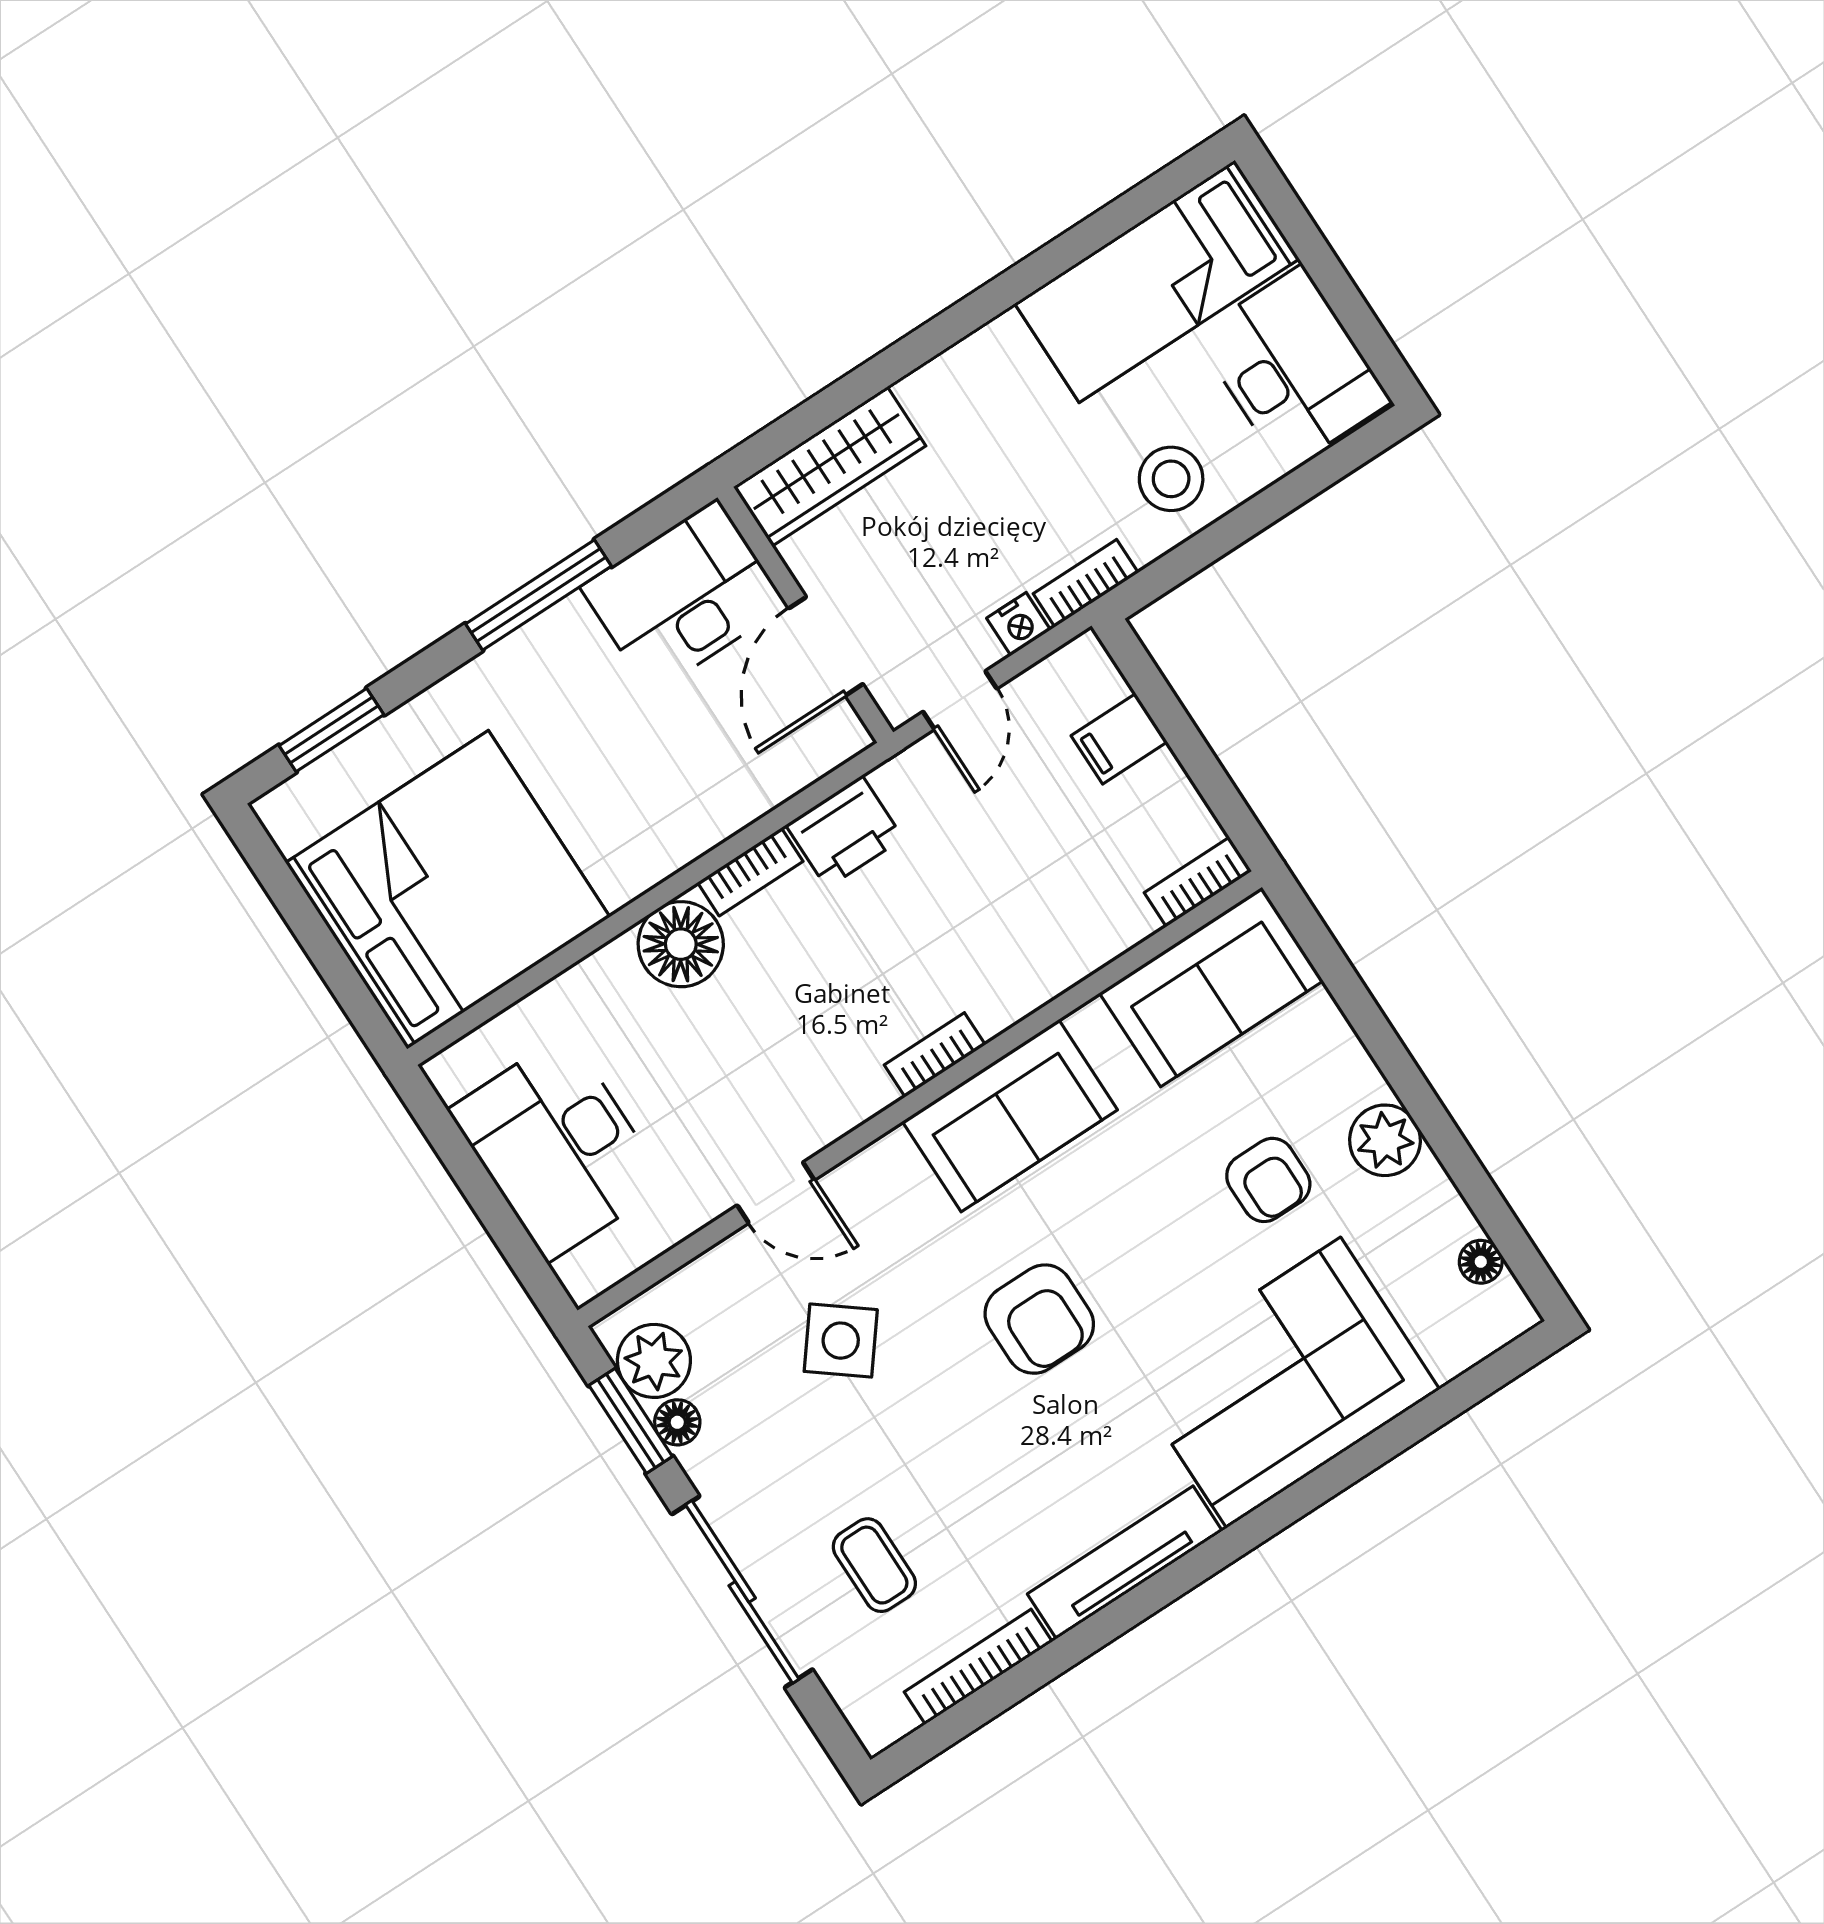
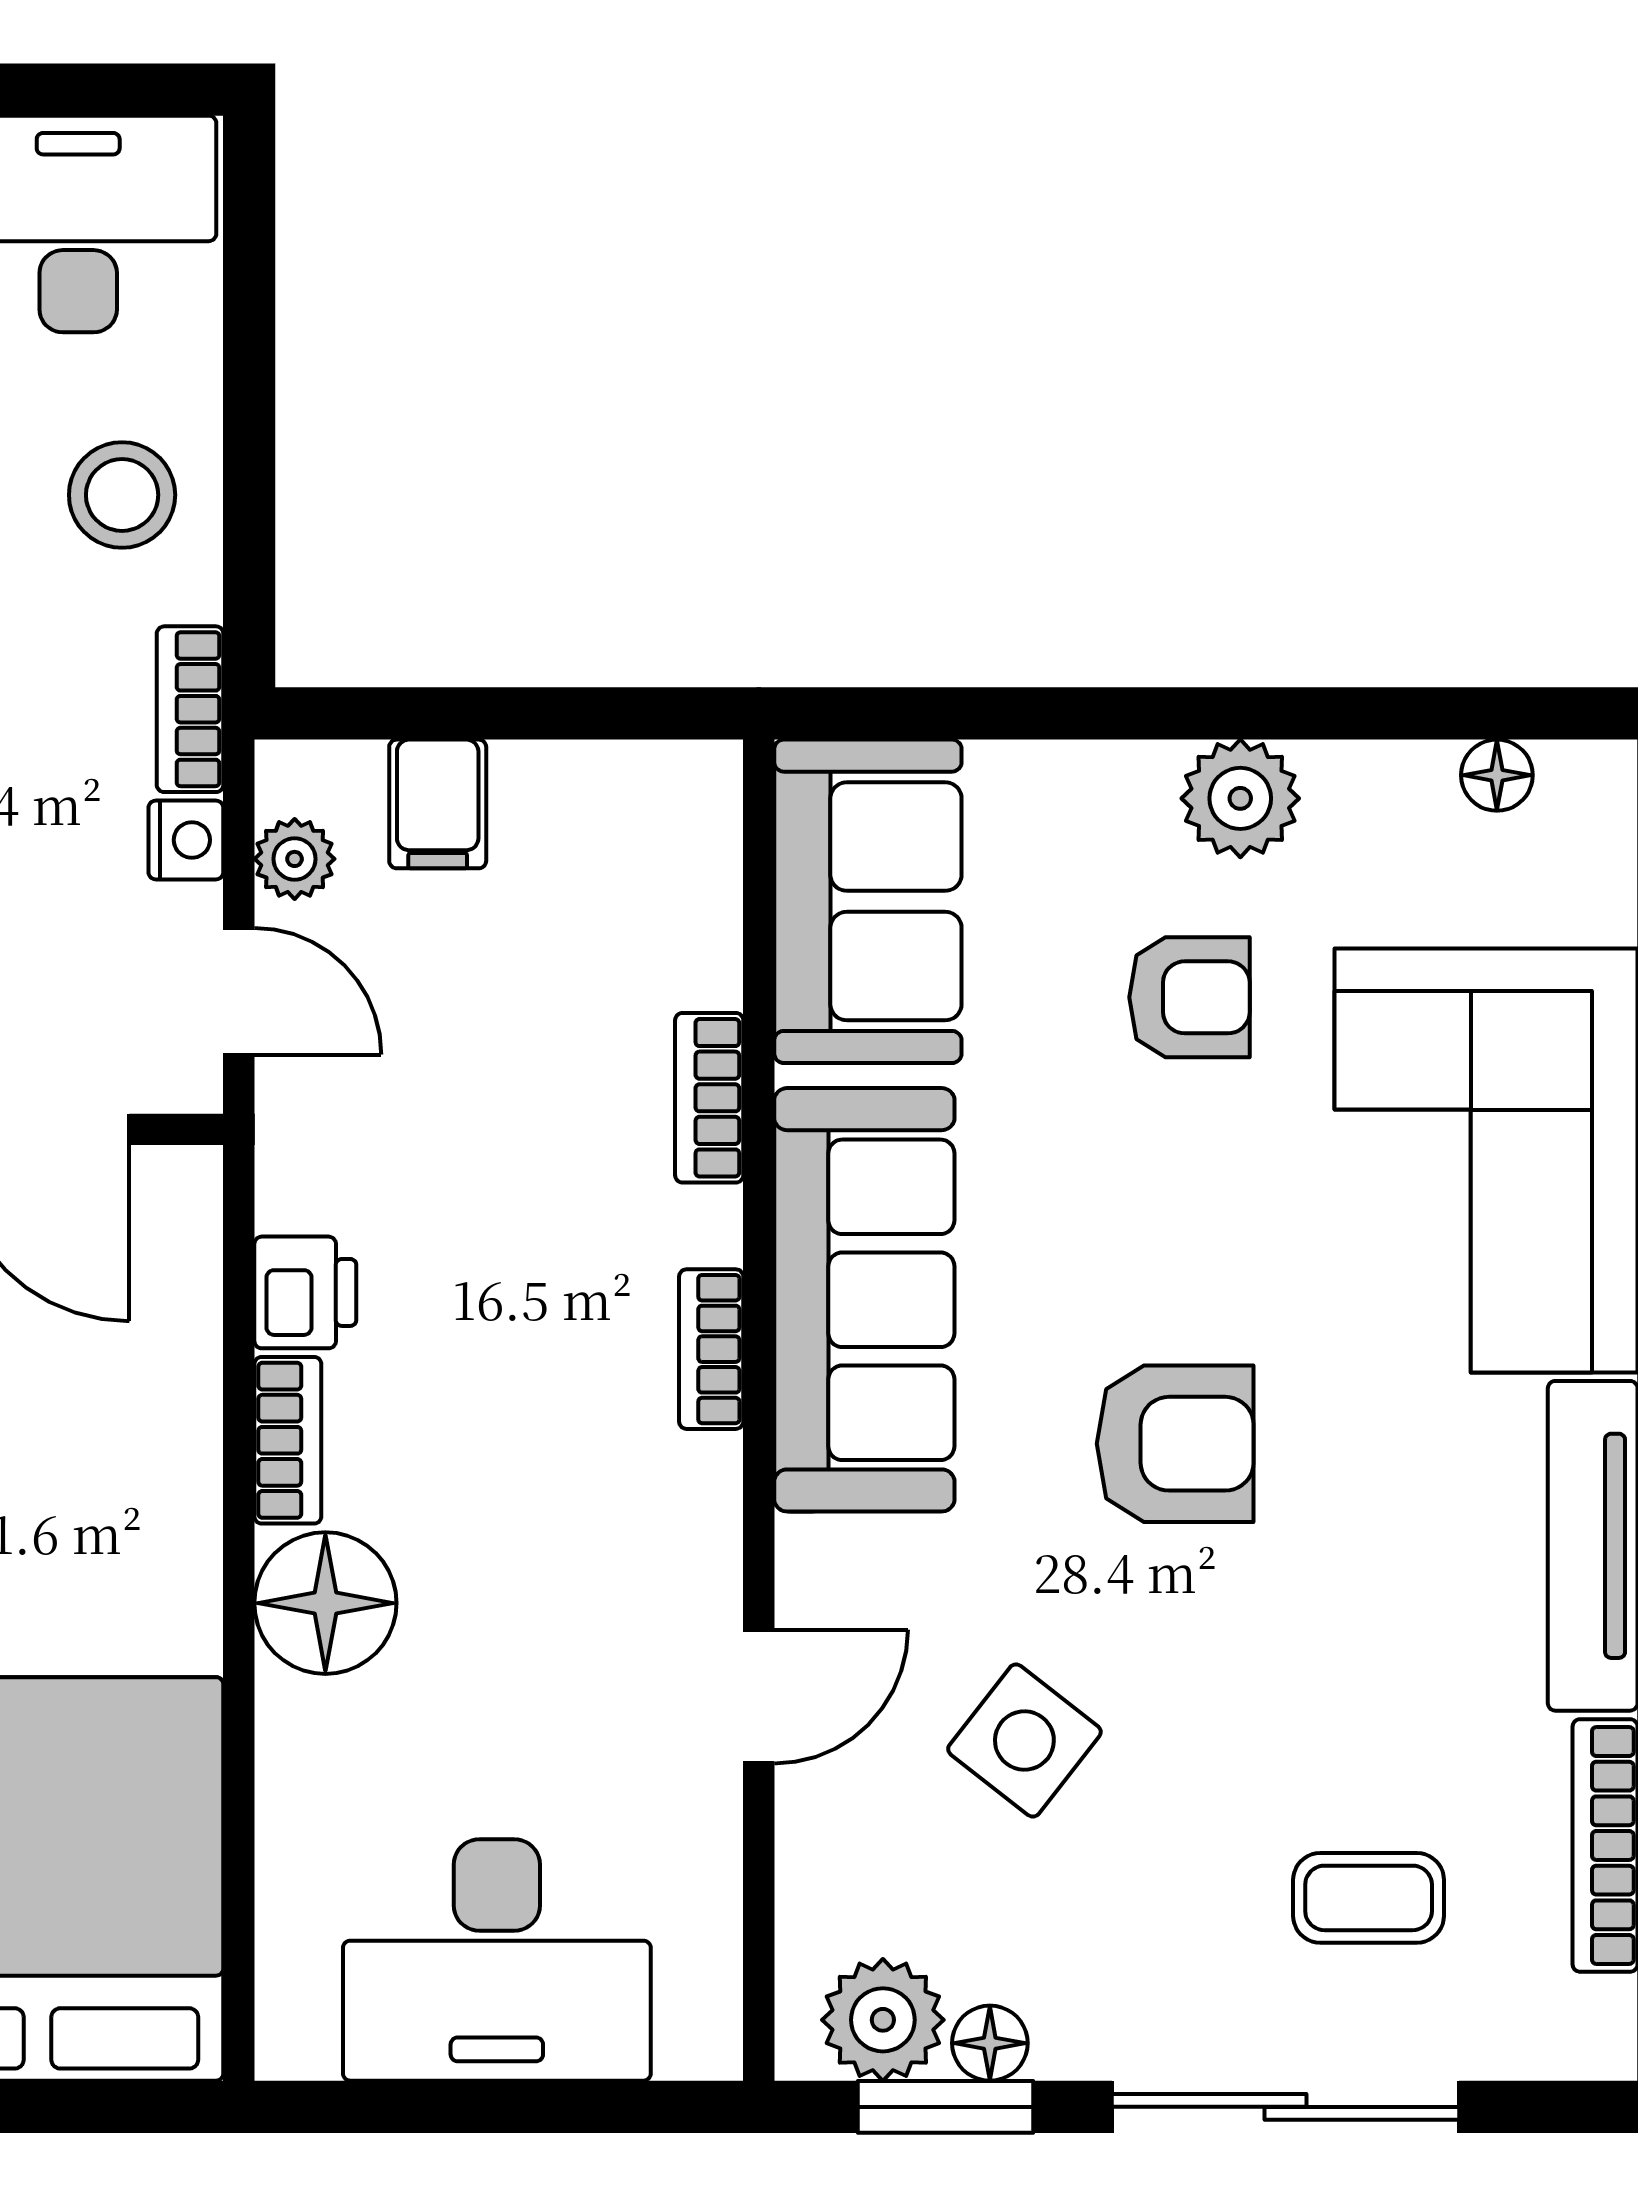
plant: (1045, 685) -> (295, 859), added
printer: (845, 832) -> (305, 1292), width x0.73, depth x0.81
bookcase: (1198, 882) -> (709, 1098), moved
sofa: (1010, 1116) -> (864, 1300), width x1.36

